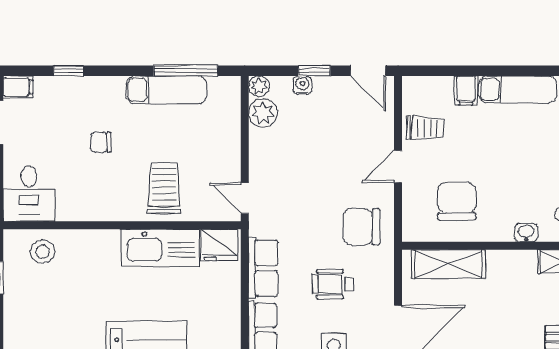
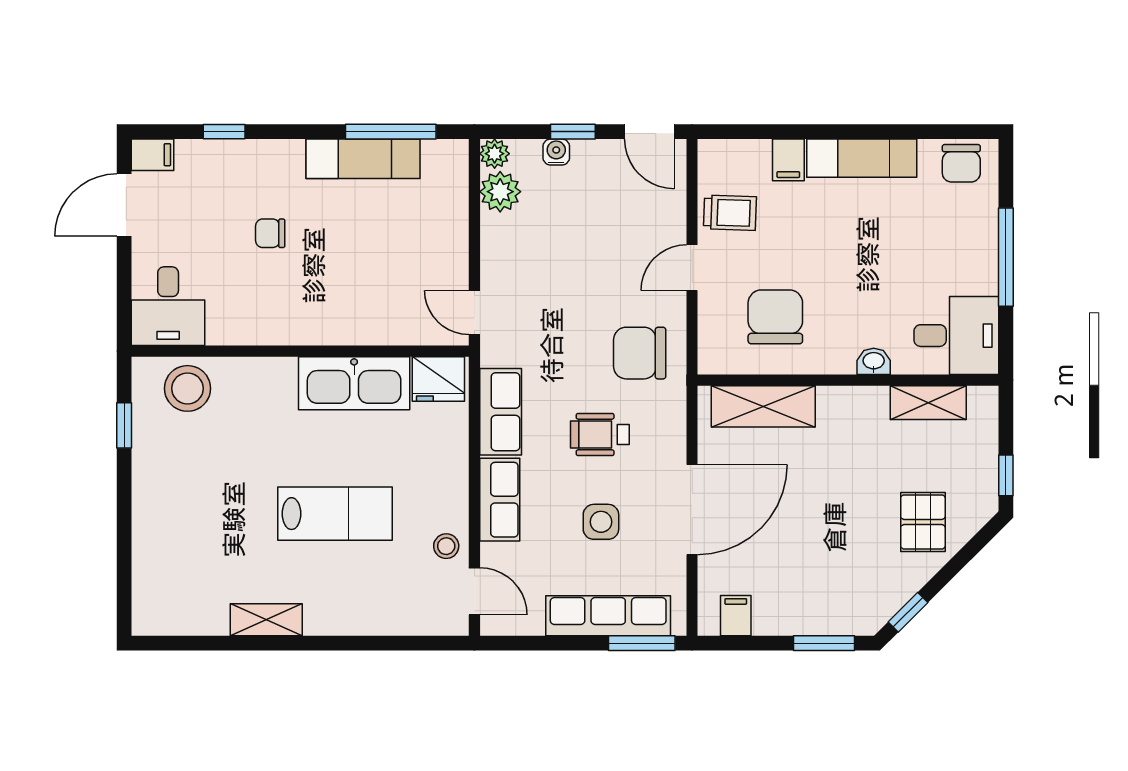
trolley: (164, 188) -> (360, 298), removed
stool: (43, 252) -> (187, 388), width x1.38, depth x1.38

